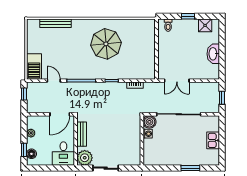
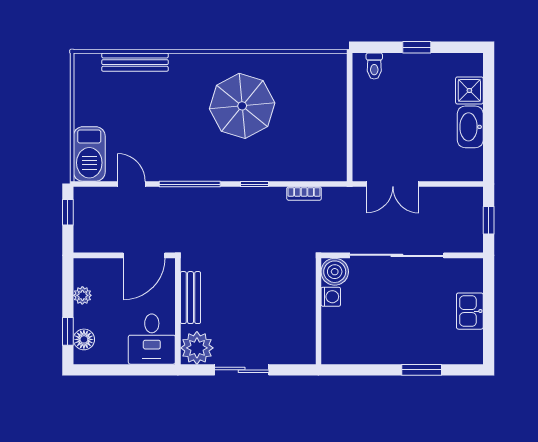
shower: (205, 25) -> (469, 90), moved

